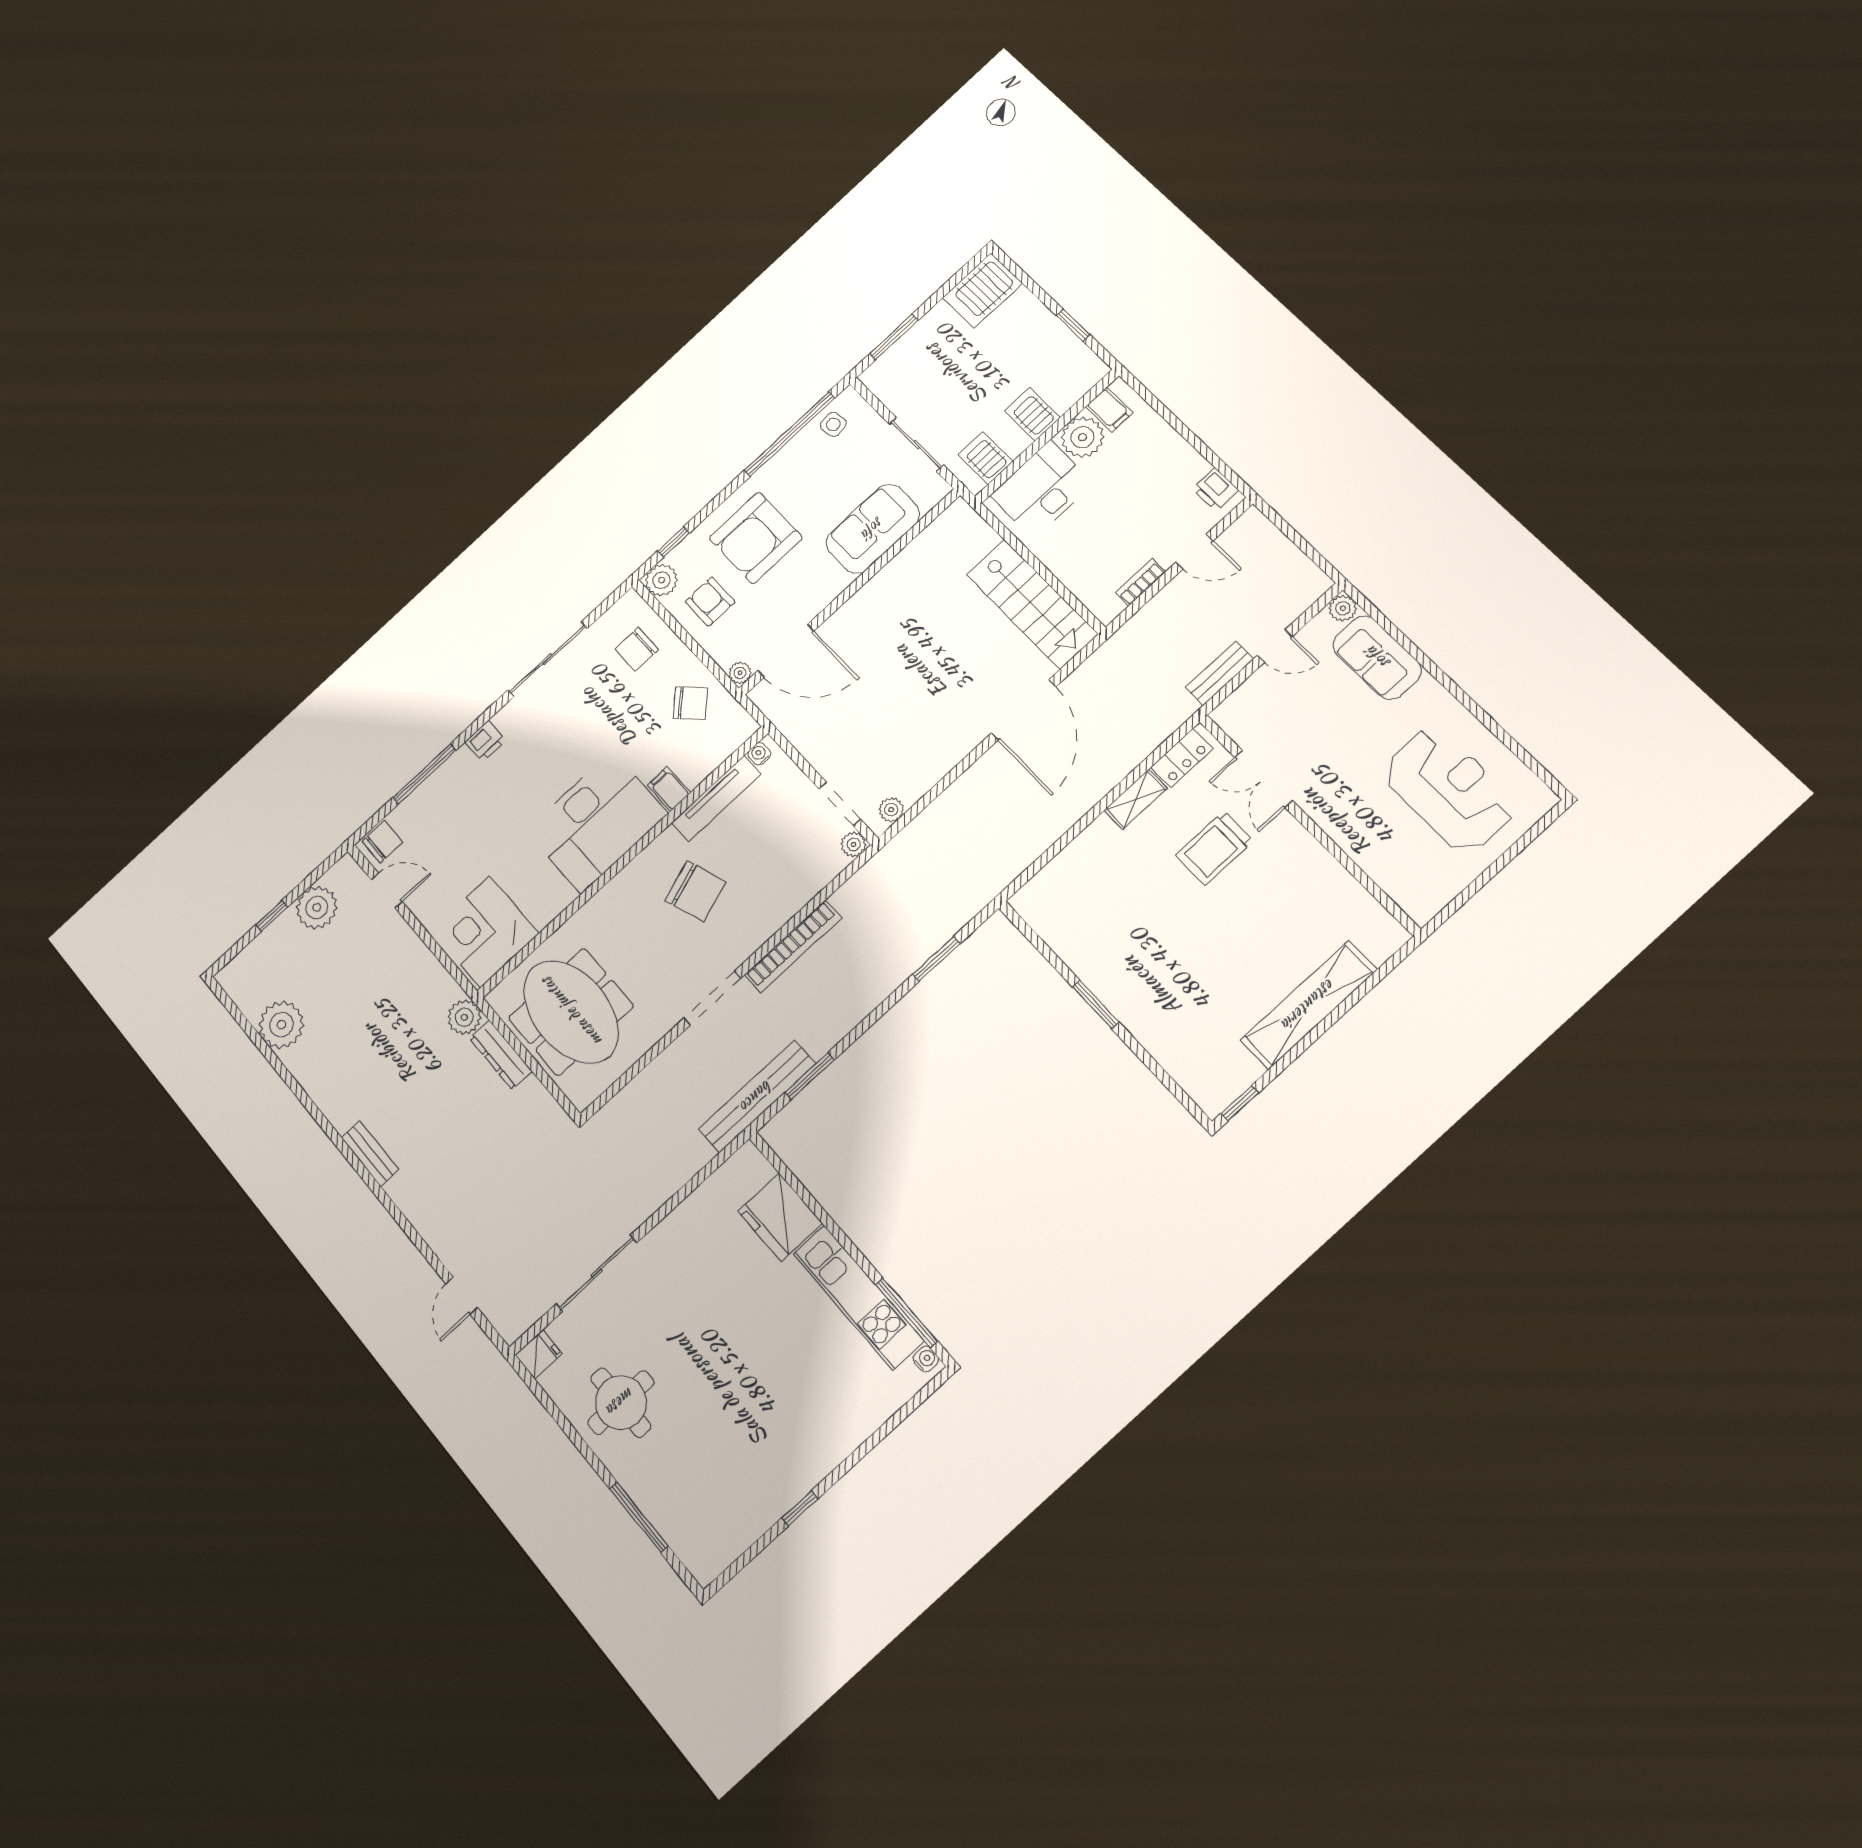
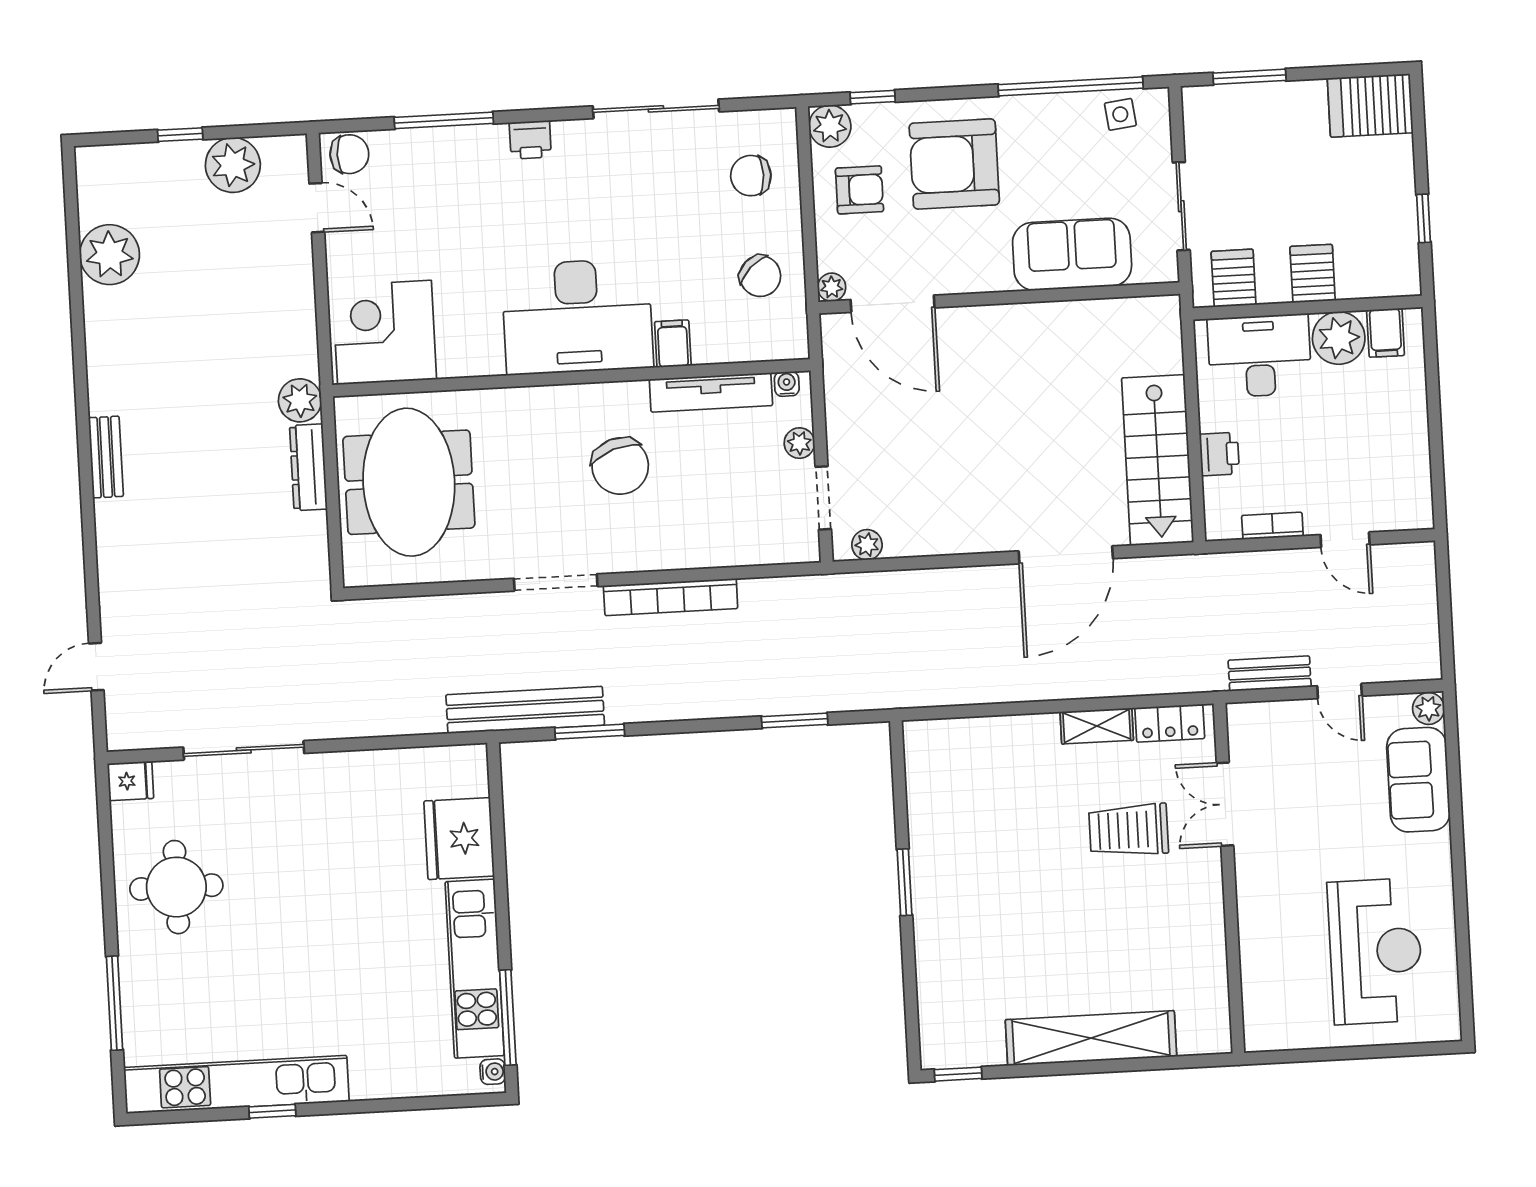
printer: (1215, 489) -> (1219, 454), moved, turned 180
armchair: (710, 602) -> (859, 190), turned 90
plant: (854, 844) -> (799, 443), moved
kitchen unit: (762, 1509) -> (236, 1084), added

